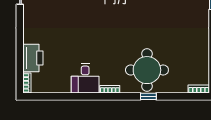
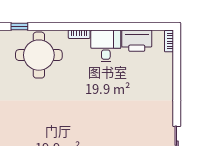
printer: (33, 58) -> (137, 41), moved, turned -90
window: (148, 96) -> (19, 26), moved

